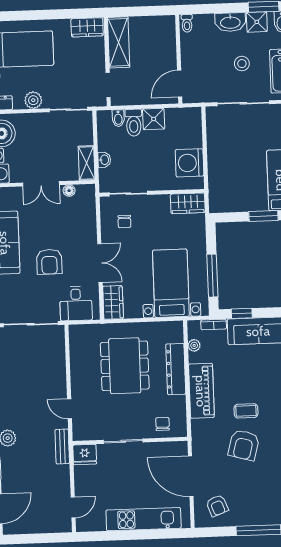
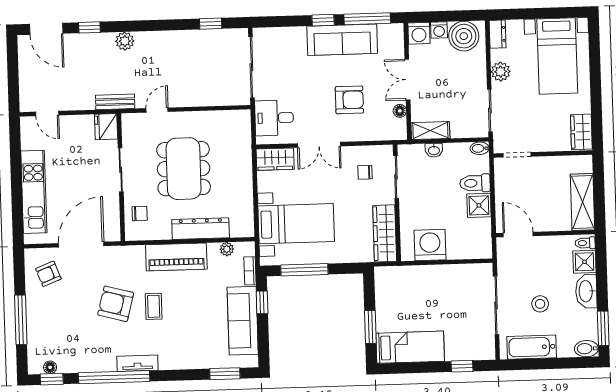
shower: (257, 22) -> (584, 262), moved
shelving: (119, 42) -> (582, 202), moved, turned 90
bidet: (118, 118) -> (480, 148), moved
wardrobe: (188, 203) -> (385, 233), width x1.50
armchair: (49, 262) -> (349, 100), moved, turned 180
dining table: (125, 366) -> (184, 169), moved, turned 90

